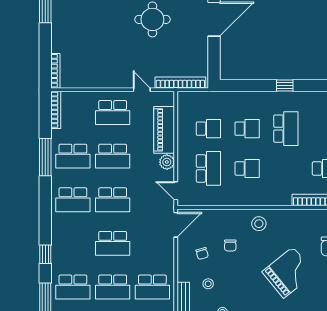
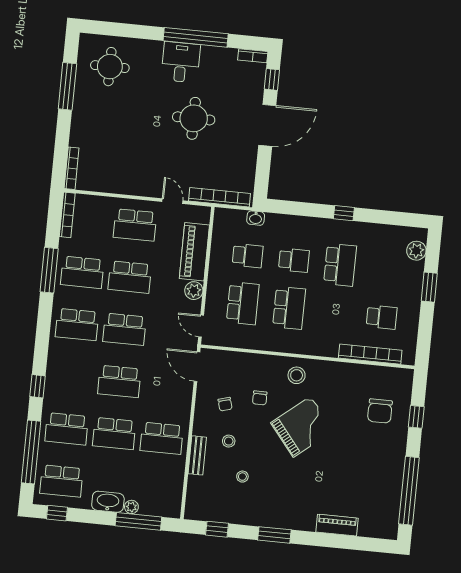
washbasin: (212, 97) -> (256, 218), added
school desk: (247, 168) -> (289, 308), width x1.85
door: (176, 225) -> (197, 367), swing flipped
grand piano: (288, 272) -> (302, 427), moved

